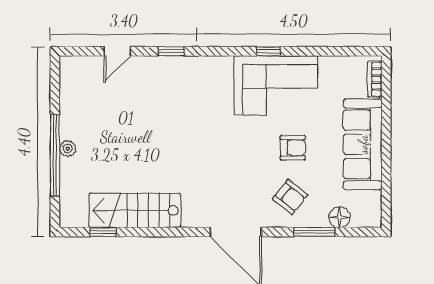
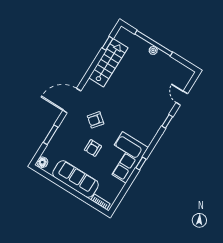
armchair: (290, 197) -> (96, 120), moved
floor lamp: (340, 217) -> (42, 162), moved

